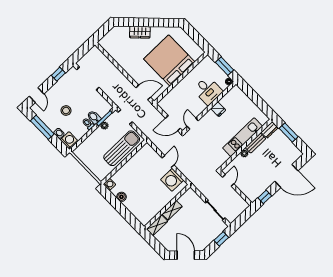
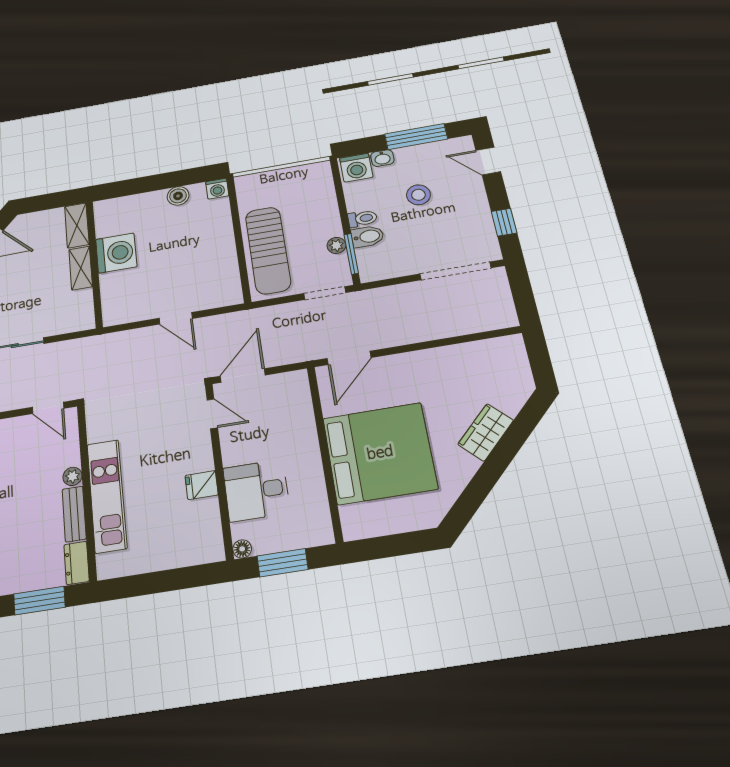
washing machine: (172, 180) -> (116, 253), moved, turned 90

